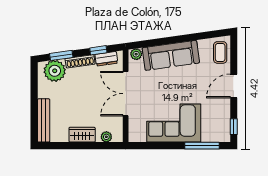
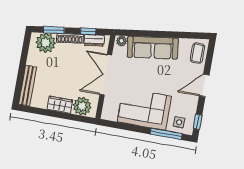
side table: (214, 130) -> (179, 122), added
plant: (106, 137) -> (82, 106), width x1.88, depth x1.88

